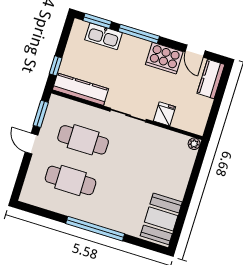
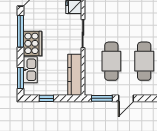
window: (139, 34) -> (20, 31), moved
cooker: (164, 58) -> (33, 43), moved
window: (56, 66) -> (46, 98), moved

